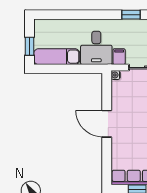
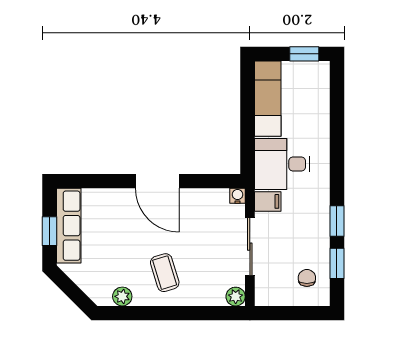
window: (29, 46) -> (304, 54), moved
door: (107, 124) -> (157, 181), swing flipped

